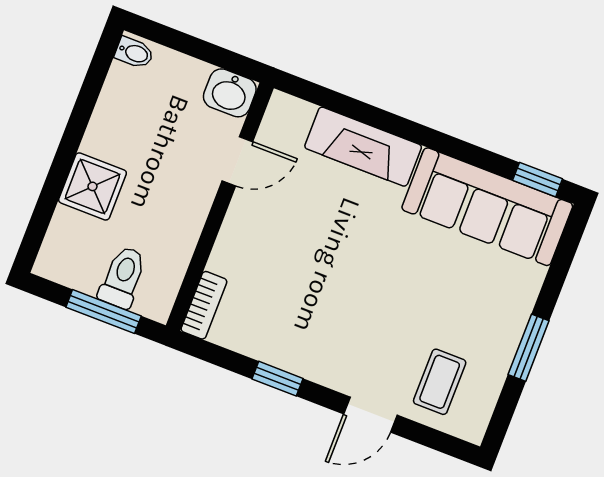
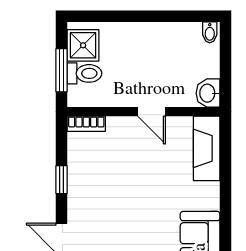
fireplace: (363, 147) -> (207, 148), moved
door: (237, 161) -> (152, 112), moved
shower: (92, 186) -> (83, 45), moved

